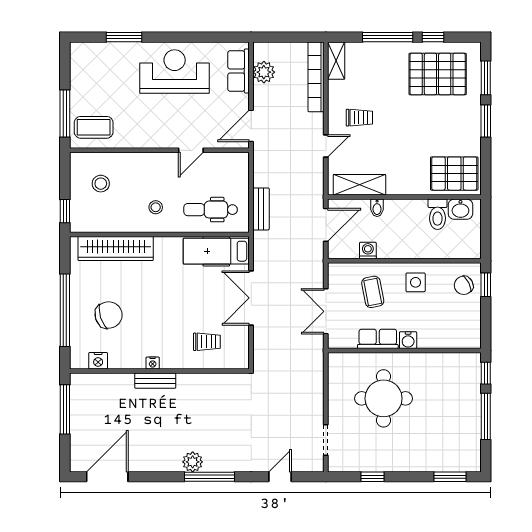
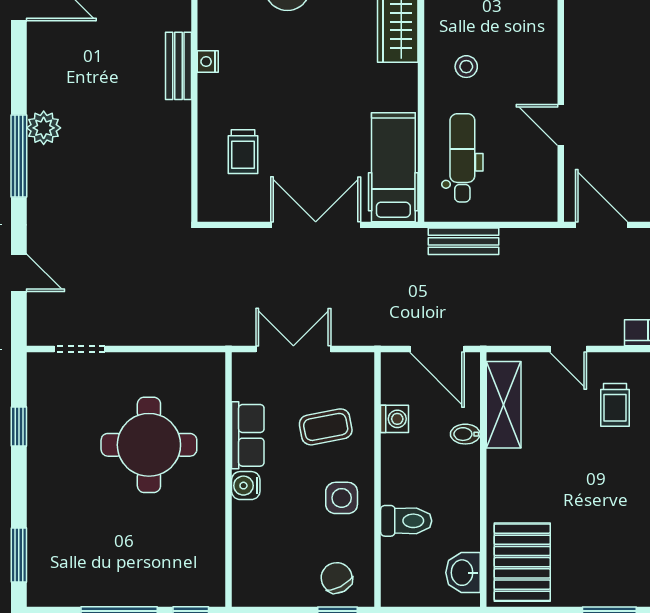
toilet: (437, 214) -> (406, 521), moved, turned 180

